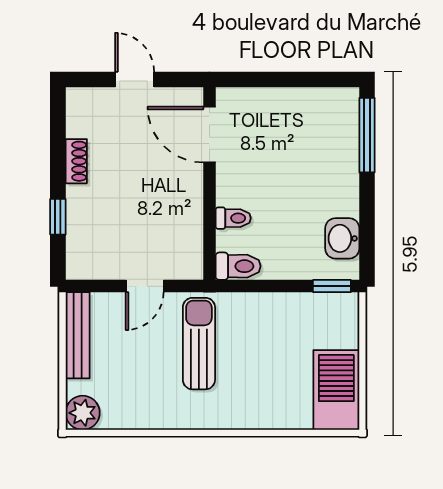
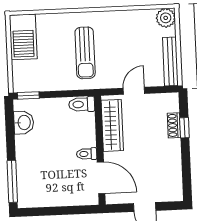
shoe rack: (76, 161) -> (174, 125), moved
toilet: (233, 218) -> (87, 154), moved
wardrobe: (186, 226) -> (112, 125), added
sun lounger: (199, 344) -> (85, 53), moved

